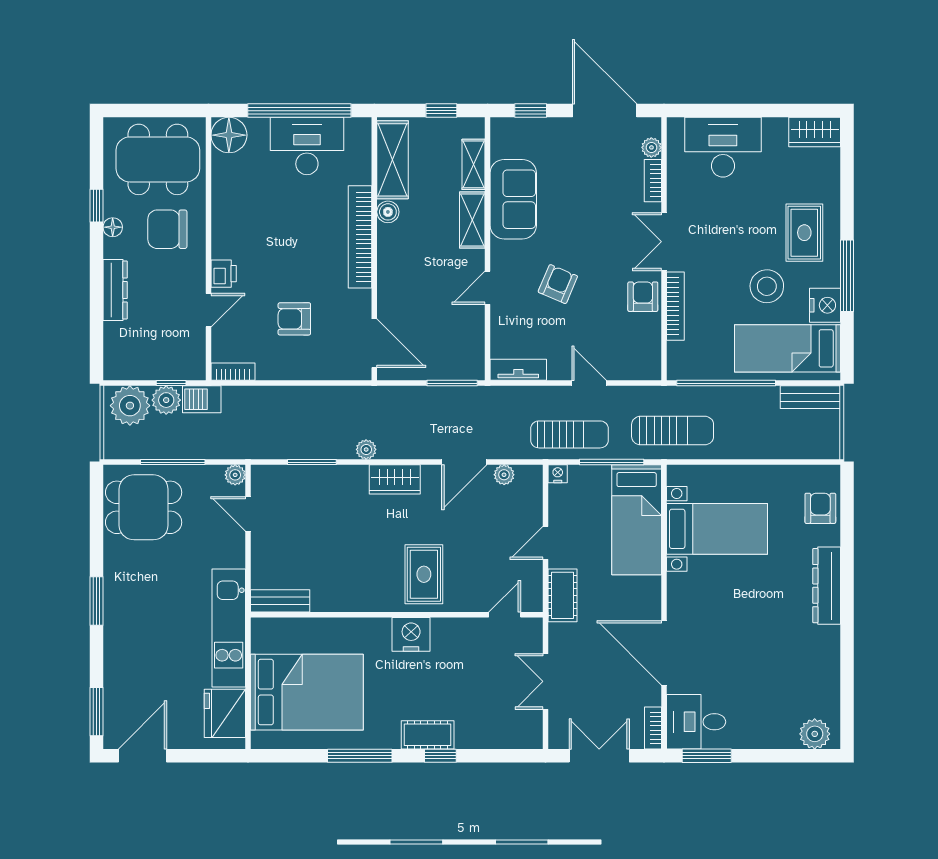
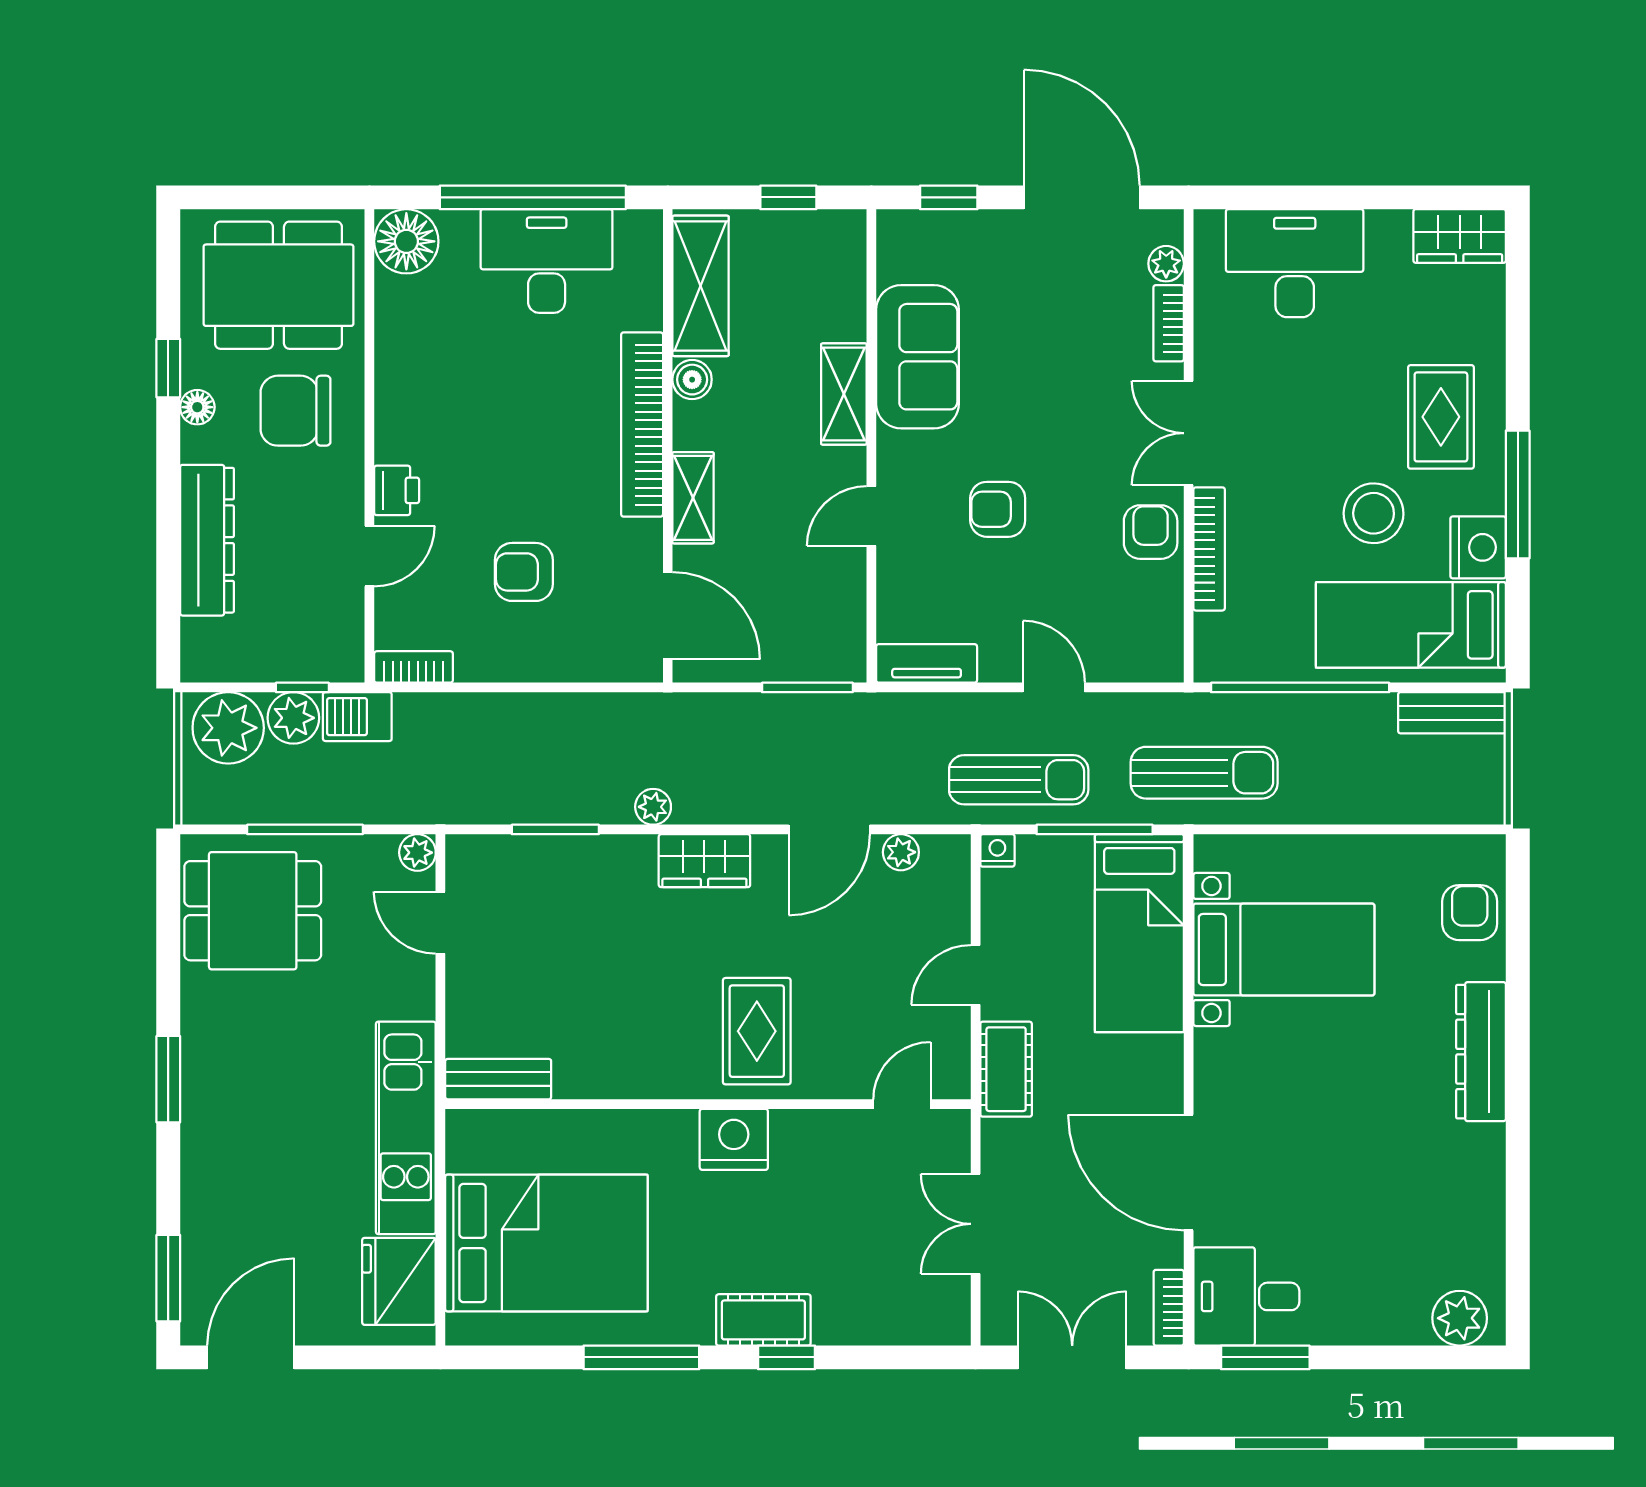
shelving: (474, 164) -> (693, 498), moved
armchair: (558, 284) -> (998, 509), turned -113
dresser: (115, 290) -> (207, 540), width x1.37, depth x1.24

